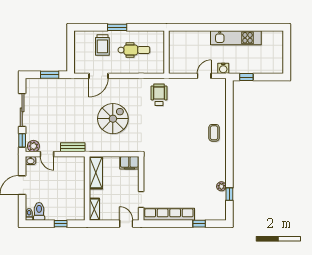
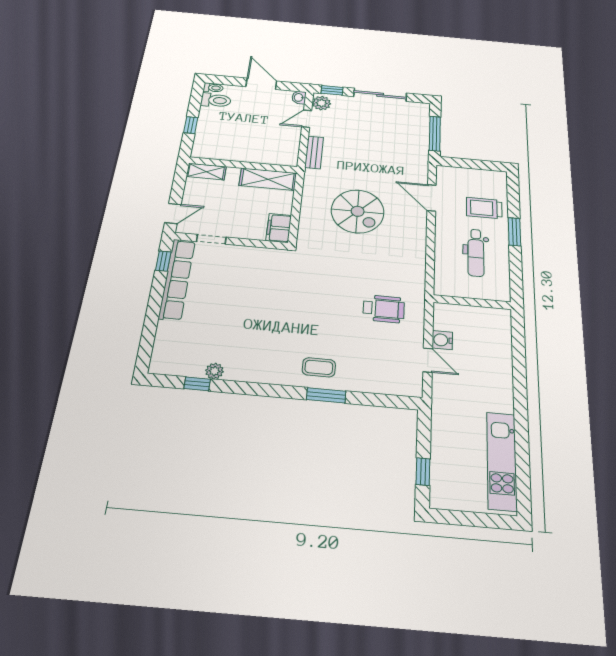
kitchen unit: (236, 38) -> (502, 461), moved
water cooler: (223, 68) -> (442, 340), moved
window: (50, 75) -> (435, 134), width x1.44
window: (246, 77) -> (423, 472), moved
wheelchair: (159, 95) -> (384, 309), moved
window: (229, 128) -> (326, 395), added
window: (199, 224) -> (163, 261), moved

